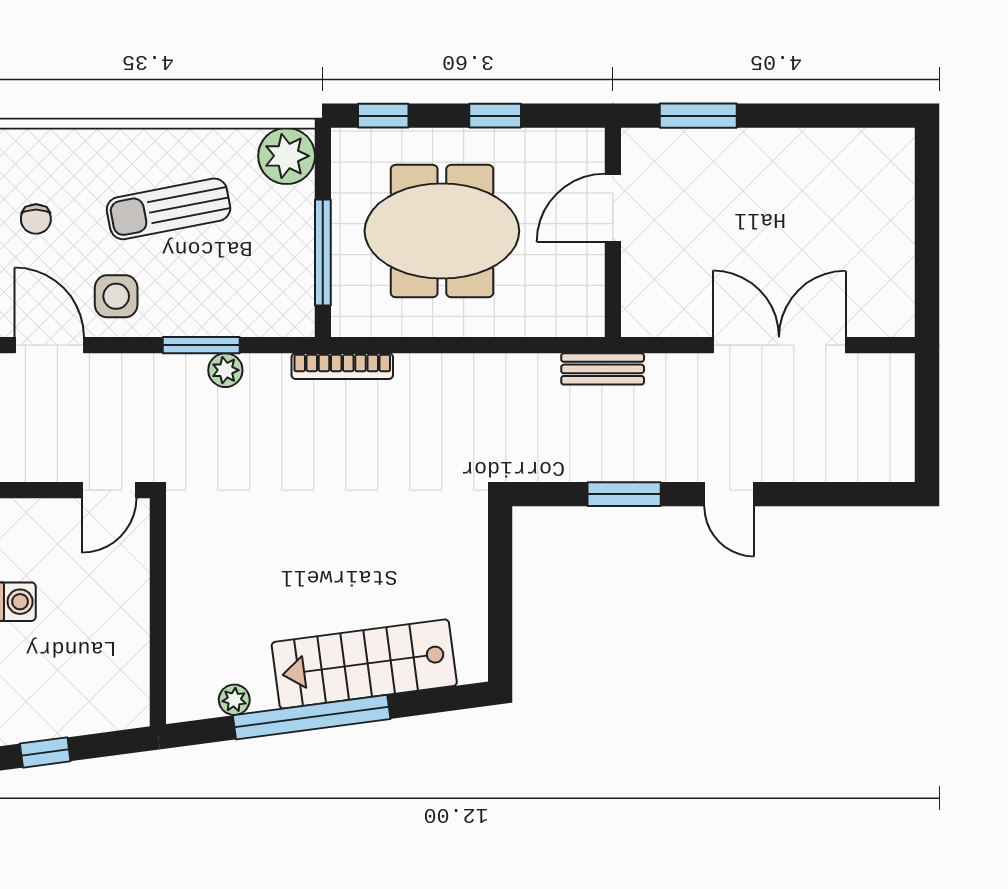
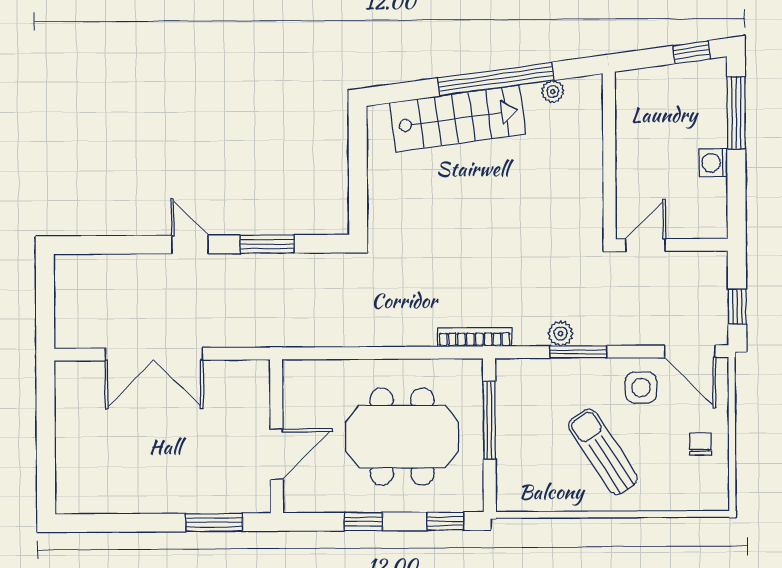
plant: (287, 156) -> (516, 491), removed
sun lounger: (169, 209) -> (603, 452), turned -112
bench: (603, 369) -> (283, 336), removed

